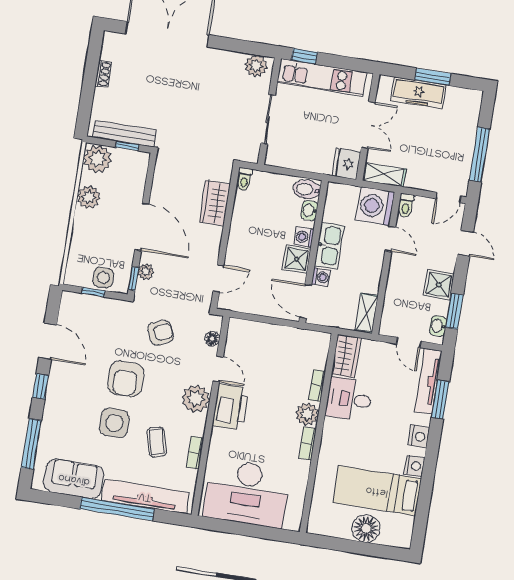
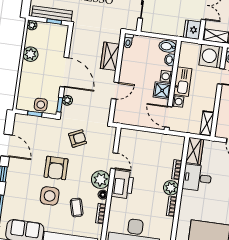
plant: (98, 159) -> (32, 25), width x0.53, depth x0.53
door: (218, 278) -> (115, 90), moved
floor lamp: (212, 339) -> (103, 195), moved

